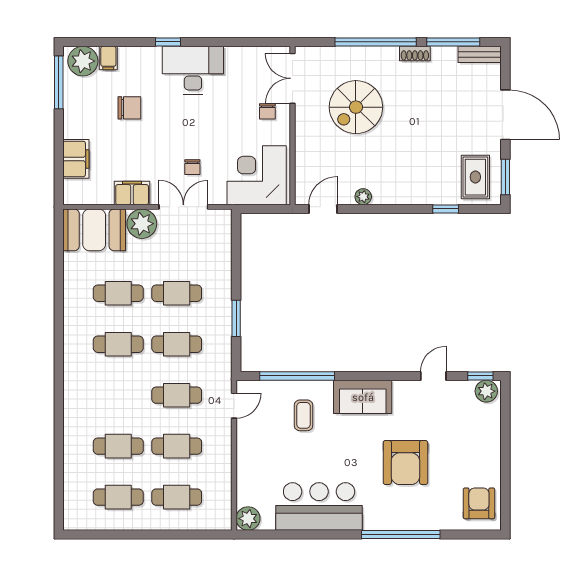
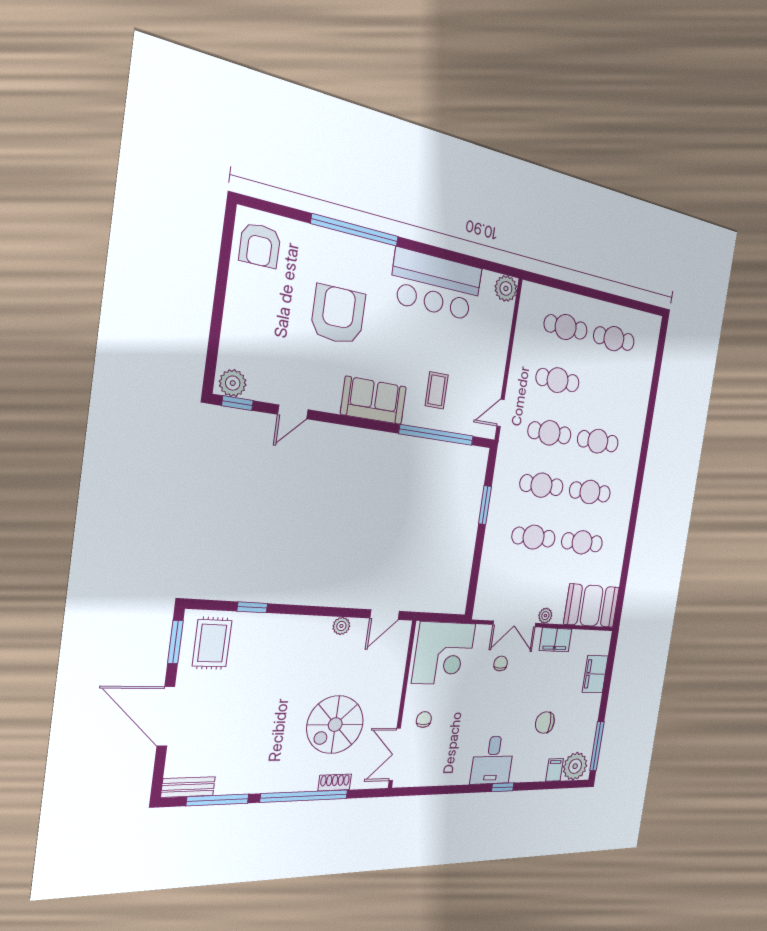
shoe rack: (415, 53) -> (335, 782), moved
desk: (193, 70) -> (493, 760), width x0.73
double door: (293, 78) -> (395, 754), swing flipped
spiral stairs: (356, 107) -> (335, 725), turned 180
plant: (142, 224) -> (545, 616), width x0.53, depth x0.53
cafe table: (118, 446) -> (598, 441), moved

